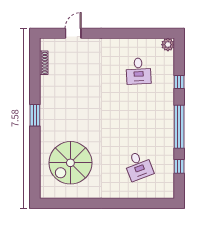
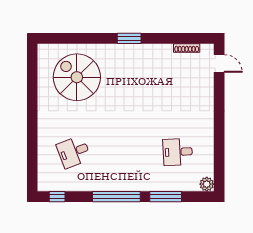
door: (73, 33) -> (219, 63), moved
window: (179, 82) -> (166, 197), width x2.17
window: (179, 166) -> (57, 197), moved

